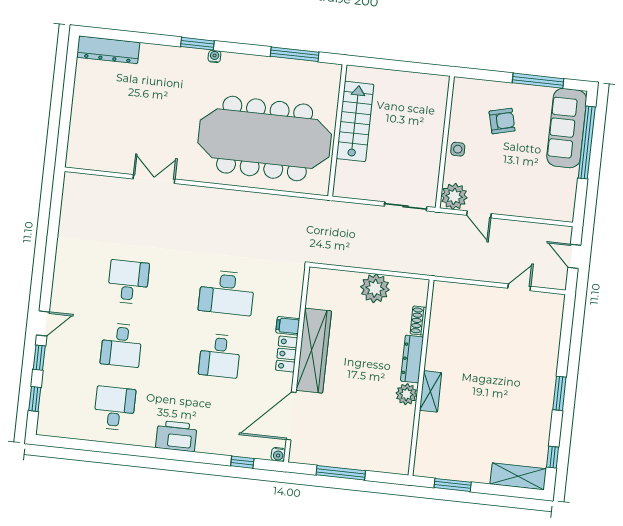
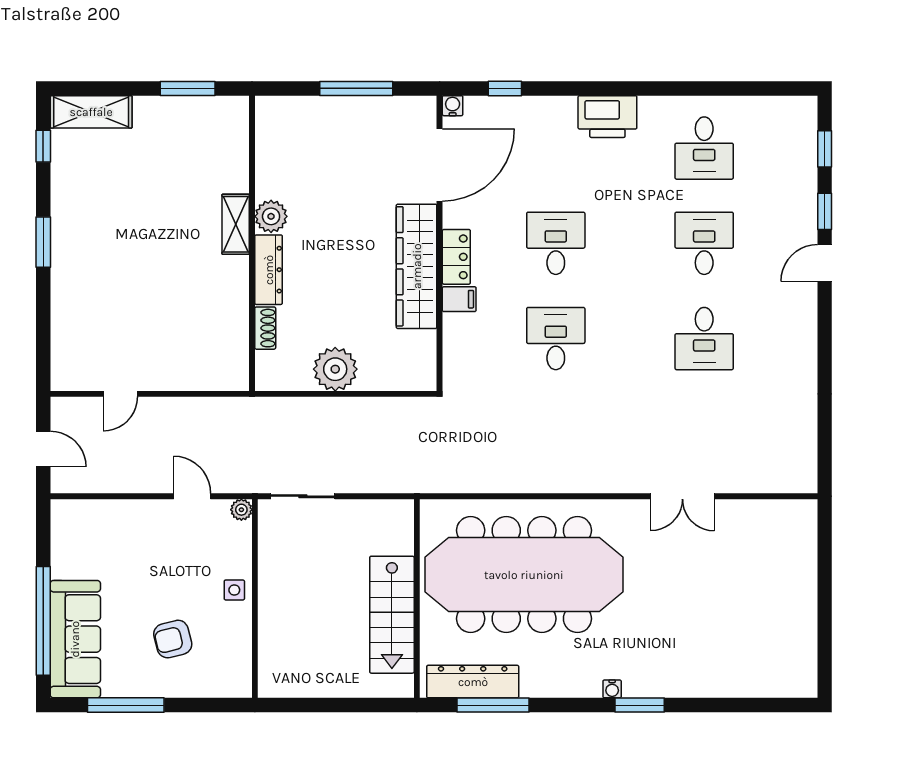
dresser: (108, 50) -> (473, 682), moved
plant: (454, 196) -> (241, 510), width x0.53, depth x0.53
desk: (227, 293) -> (556, 339), width x0.73

